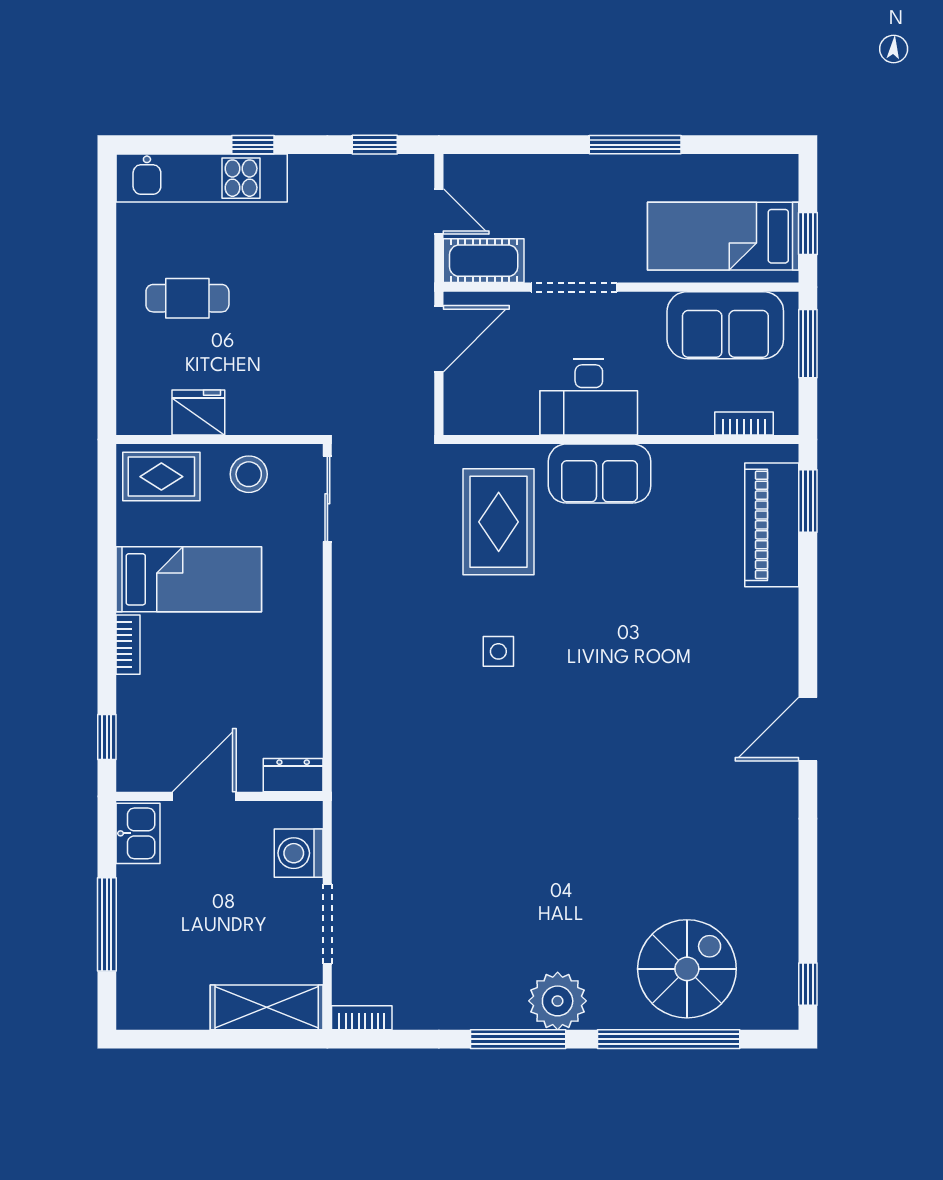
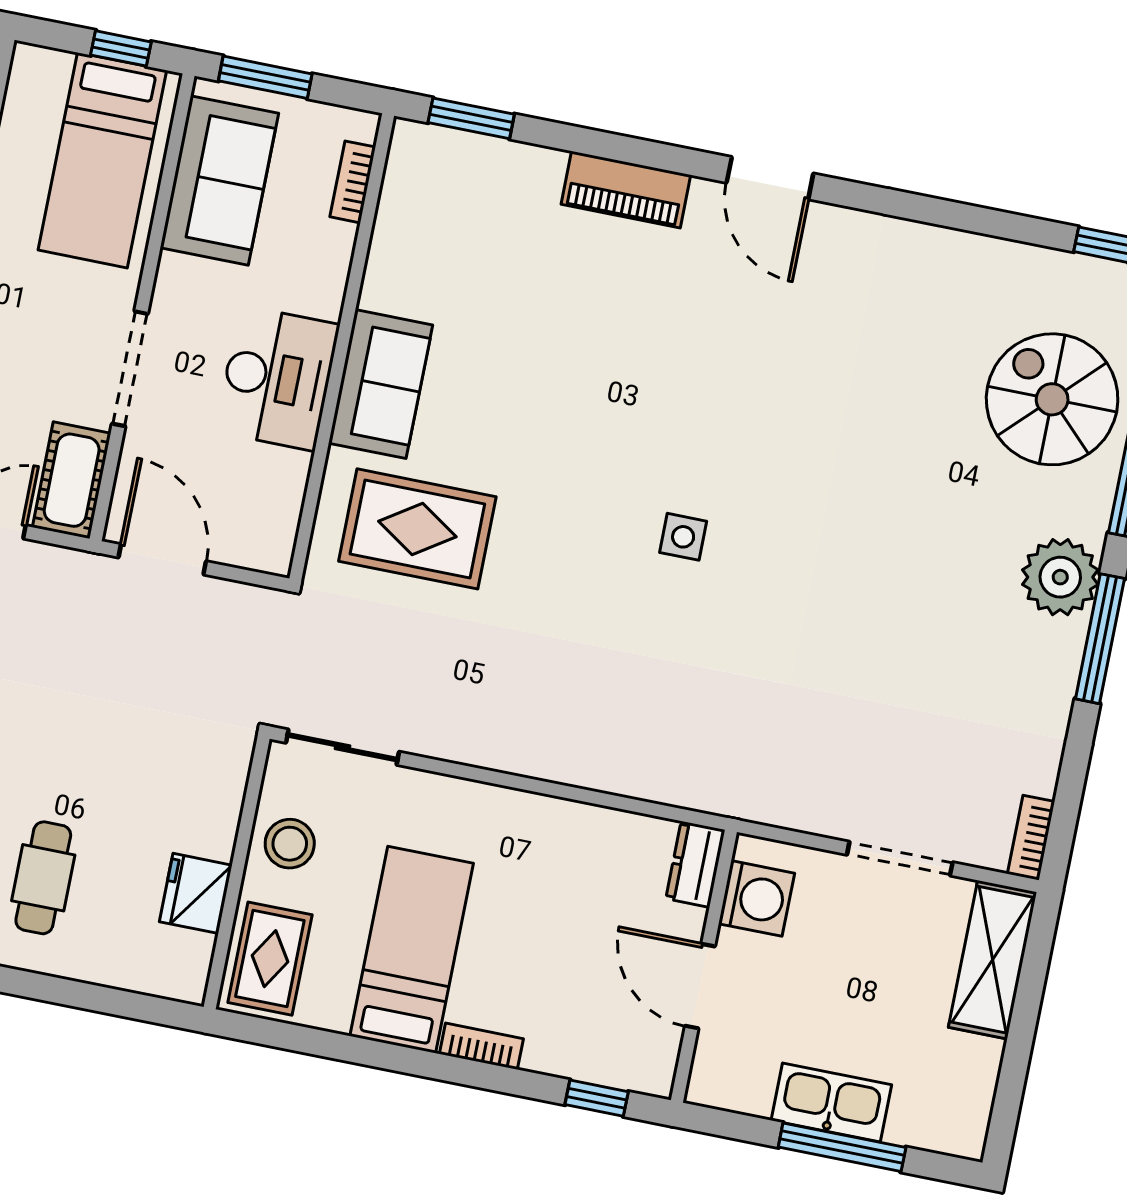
piano: (772, 525) -> (626, 190), moved, width x0.73, depth x0.75
side table: (498, 651) -> (683, 537), moved
kitchen sink: (138, 833) -> (831, 1103), moved, width x1.38
washing machine: (299, 853) -> (757, 898), moved, turned -90

